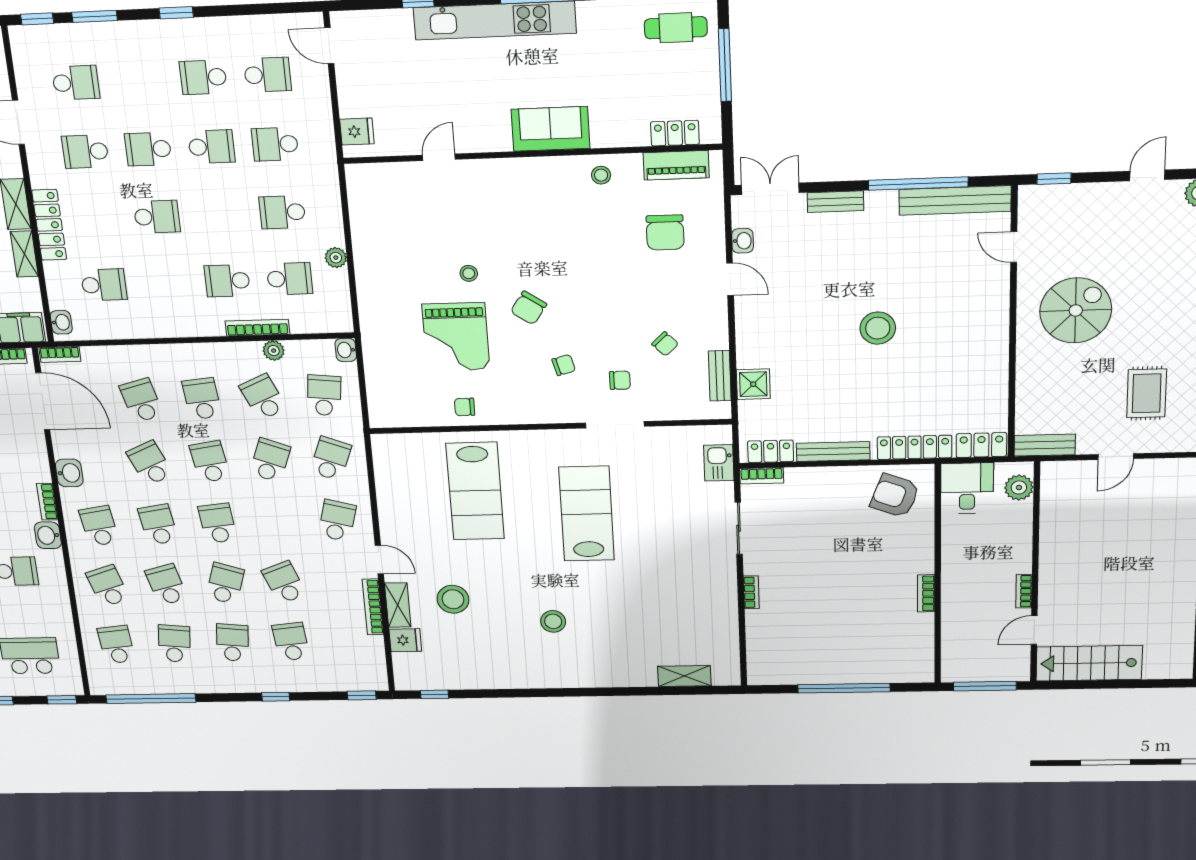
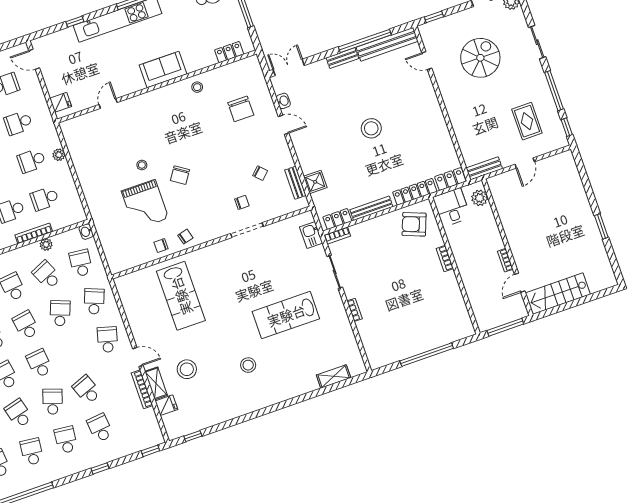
piano: (676, 165) -> (235, 70), removed
bench: (835, 202) -> (342, 58), moved
plant: (336, 258) -> (59, 155), moved
school desk: (289, 279) -> (45, 199), turned 180
spiral stairs: (1076, 310) -> (480, 58), moved
chair: (564, 365) -> (185, 237), moved
lab bench: (587, 514) -> (286, 315), moved, turned -90
bookcase: (926, 593) -> (445, 258), moved

